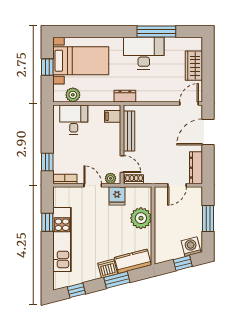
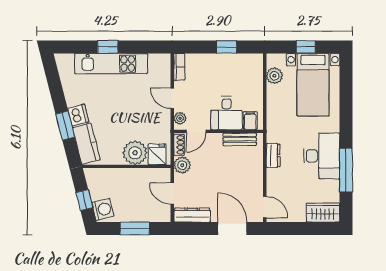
wardrobe: (194, 66) -> (323, 213), moved
dresser: (125, 96) -> (273, 155), moved
desk: (74, 120) -> (227, 113), moved, turned 90
bench: (129, 131) -> (240, 139), width x0.73
window: (47, 162) -> (226, 47), moved
plant: (152, 176) -> (182, 165), added
door: (93, 185) -> (172, 98), swing flipped
fridge: (117, 196) -> (157, 154), moved, turned 90
window: (47, 222) -> (108, 47), moved
window: (76, 290) -> (54, 80), removed

